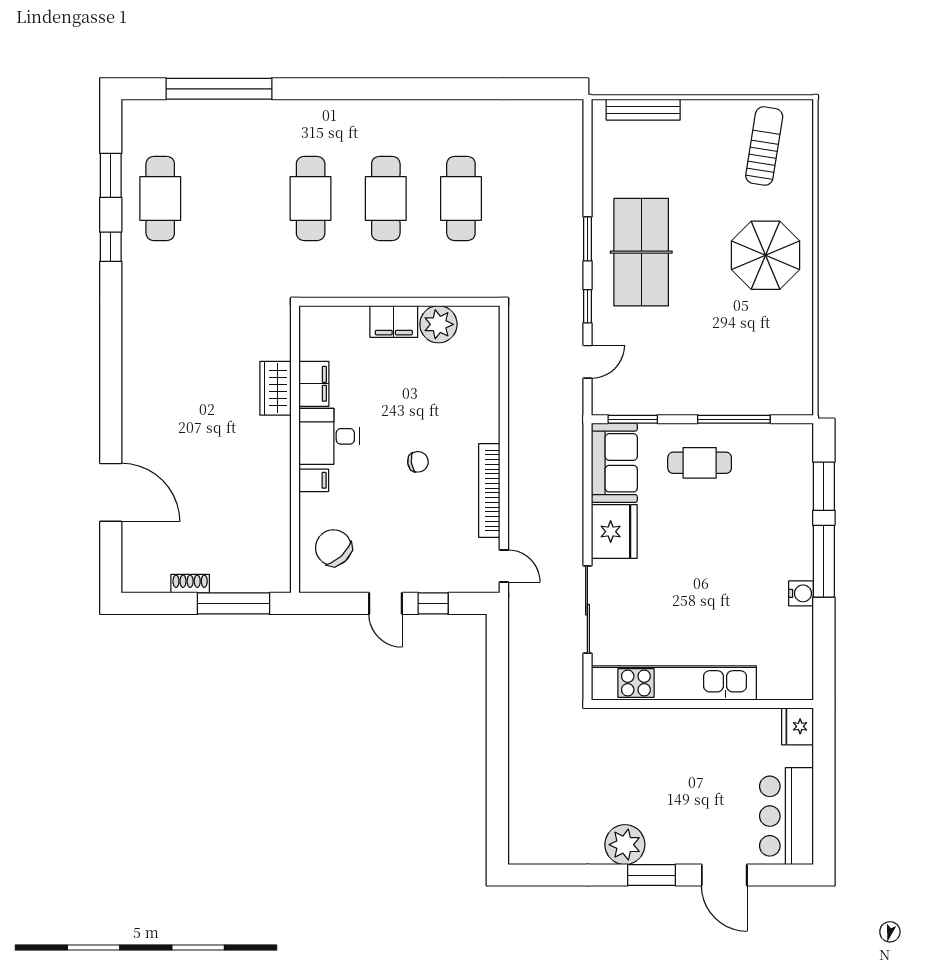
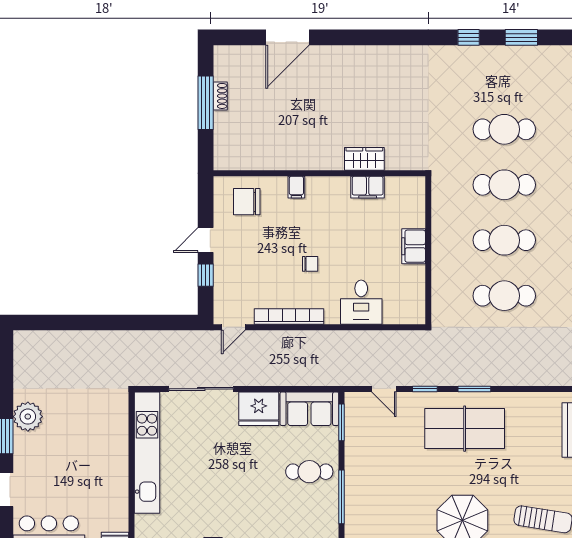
cafe table: (160, 198) -> (504, 129), moved
plant: (438, 324) -> (412, 279), removed
desk: (329, 436) -> (361, 302), moved, turned 180
chair: (418, 462) -> (310, 264), turned -82
cafe table: (700, 463) -> (309, 472), turned 90
chair: (333, 548) -> (247, 202), turned -137
window: (233, 603) -> (206, 103), moved

